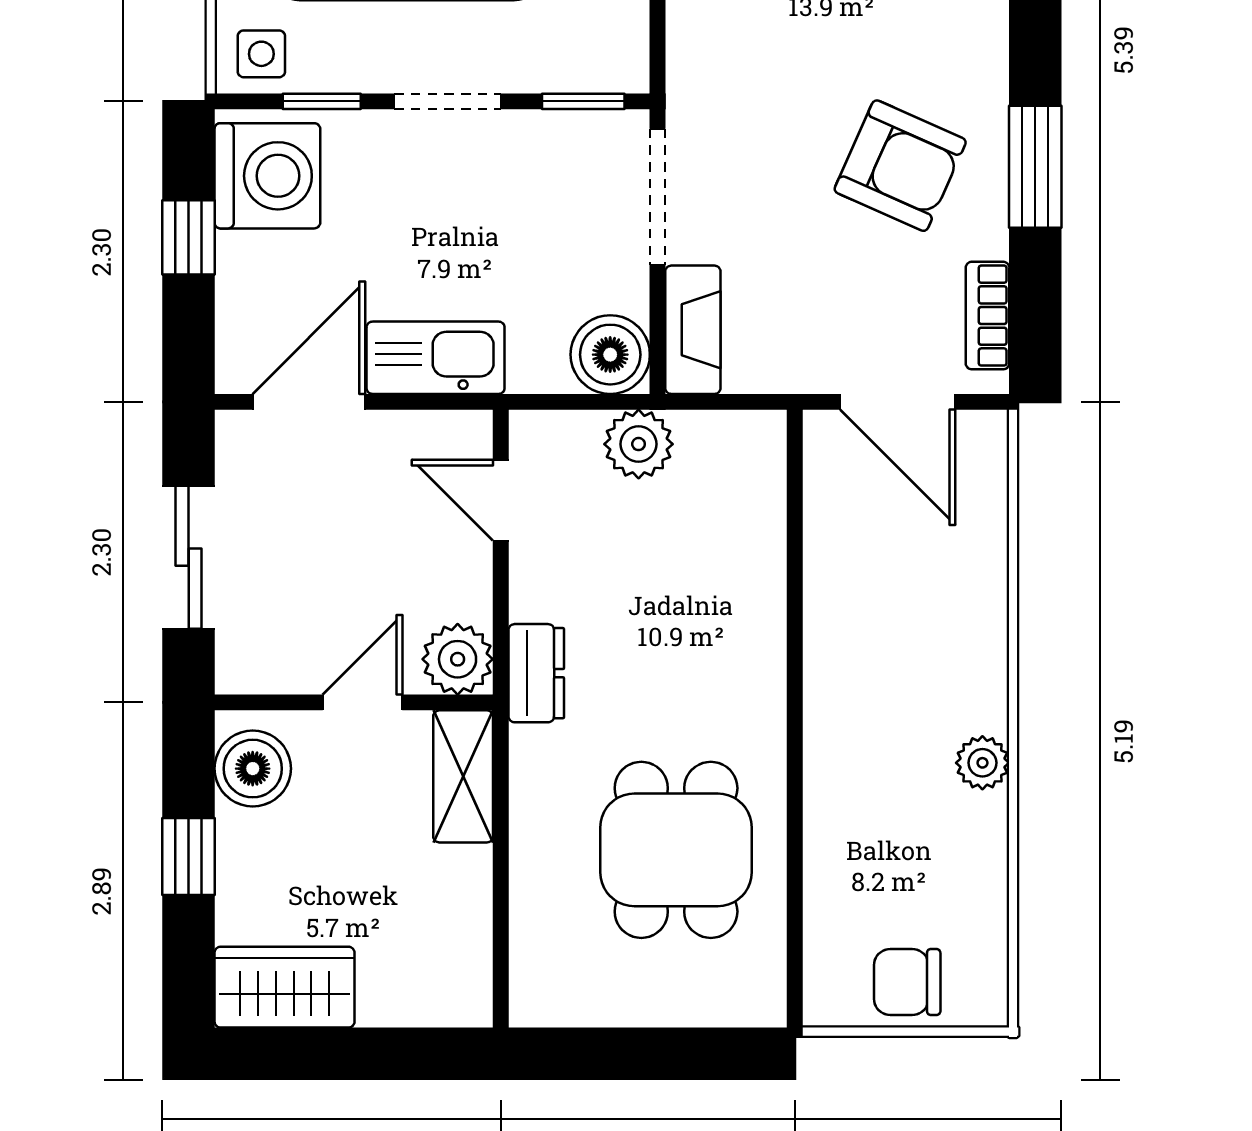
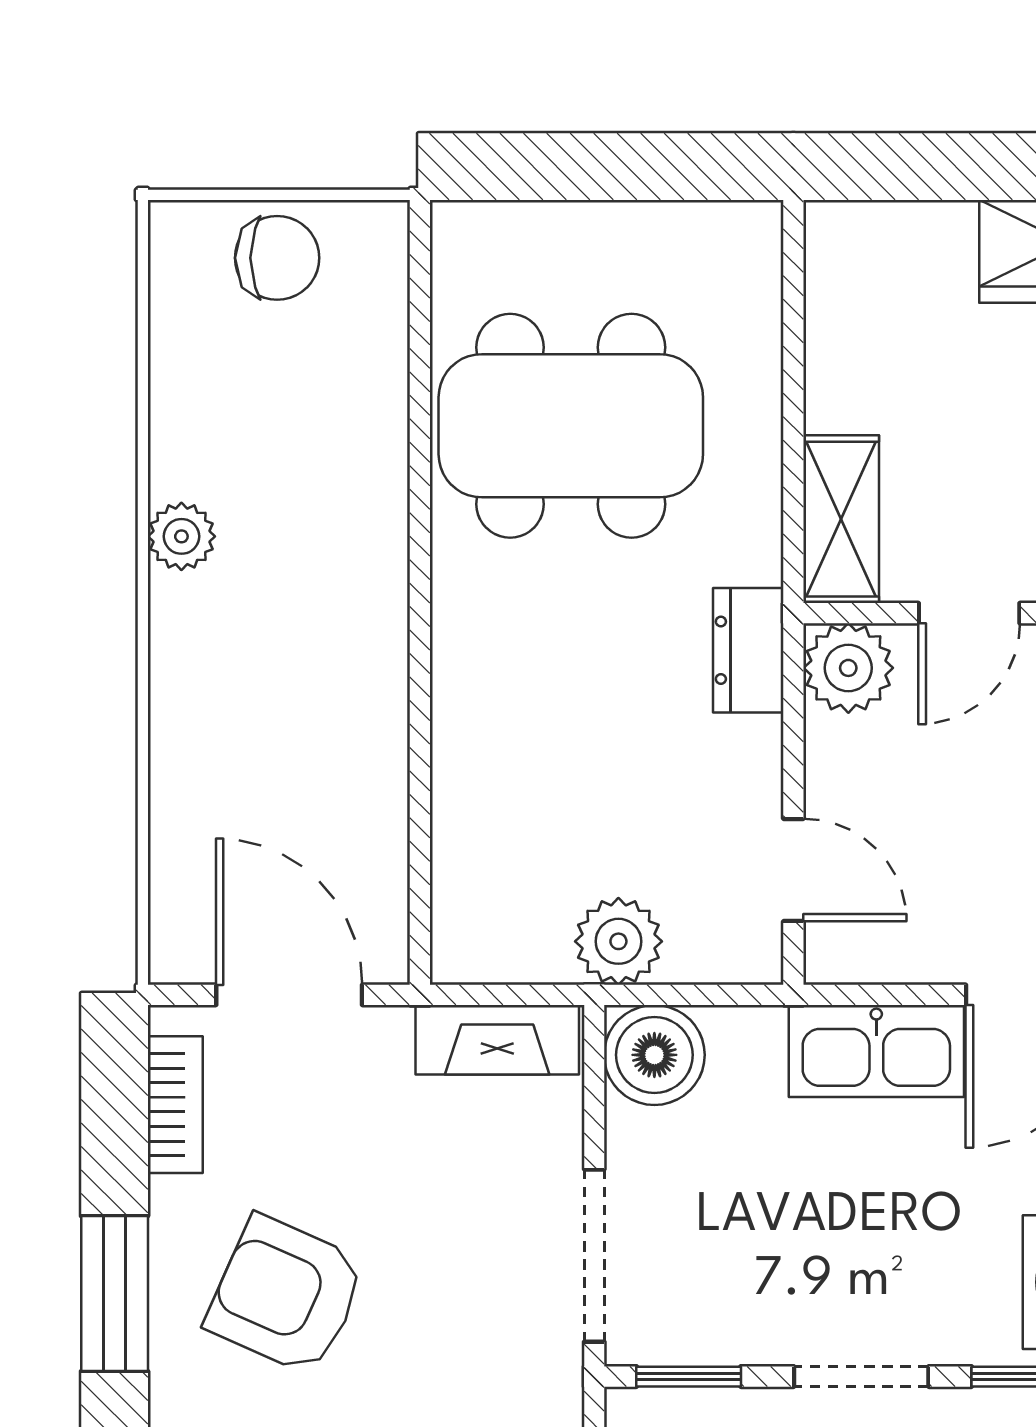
fireplace: (693, 330) -> (497, 1040), moved, turned -90
dining table: (676, 850) -> (571, 426), width x1.38

